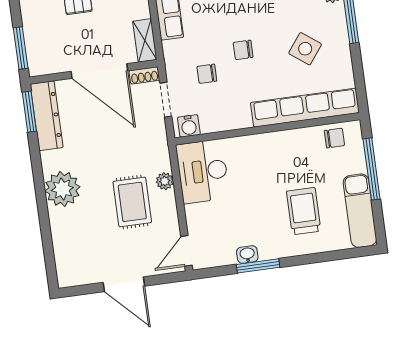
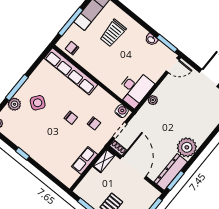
side table: (305, 49) -> (38, 103), moved
plant: (62, 189) -> (187, 147), moved
rug: (132, 202) -> (173, 105), removed
window: (258, 266) -> (167, 43), moved

